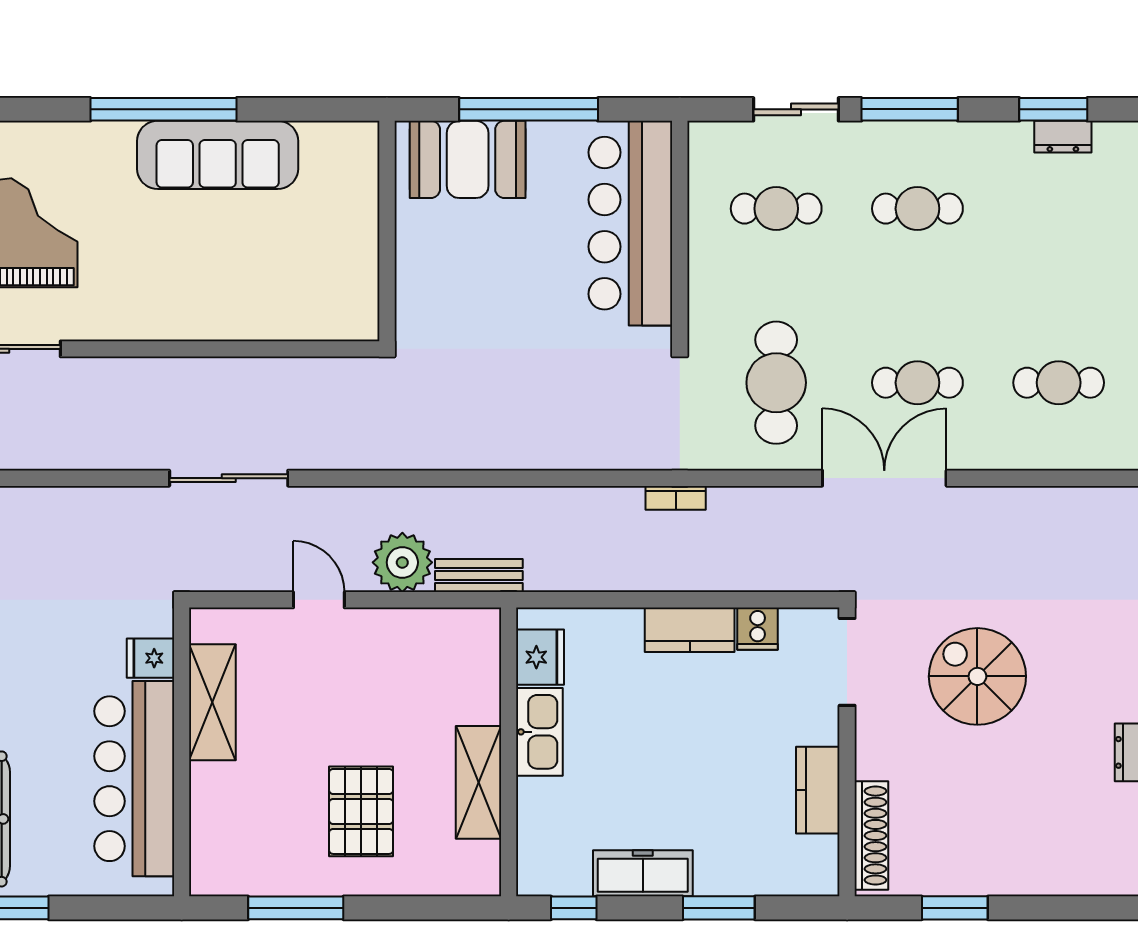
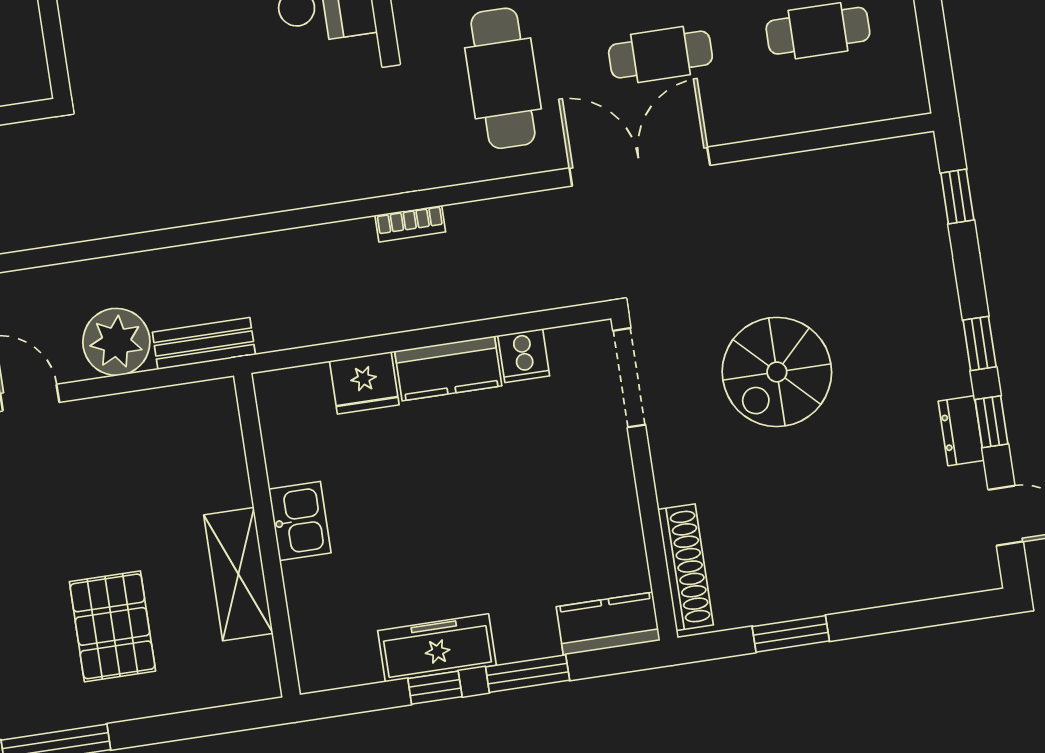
fridge: (540, 657) -> (364, 383), moved, turned 90
spiral stairs: (977, 676) -> (777, 372), turned -90
kitchen sink: (539, 732) -> (300, 521), width x0.73
kitchen counter: (818, 790) -> (608, 624), moved, turned 90
window: (574, 908) -> (435, 688), moved

